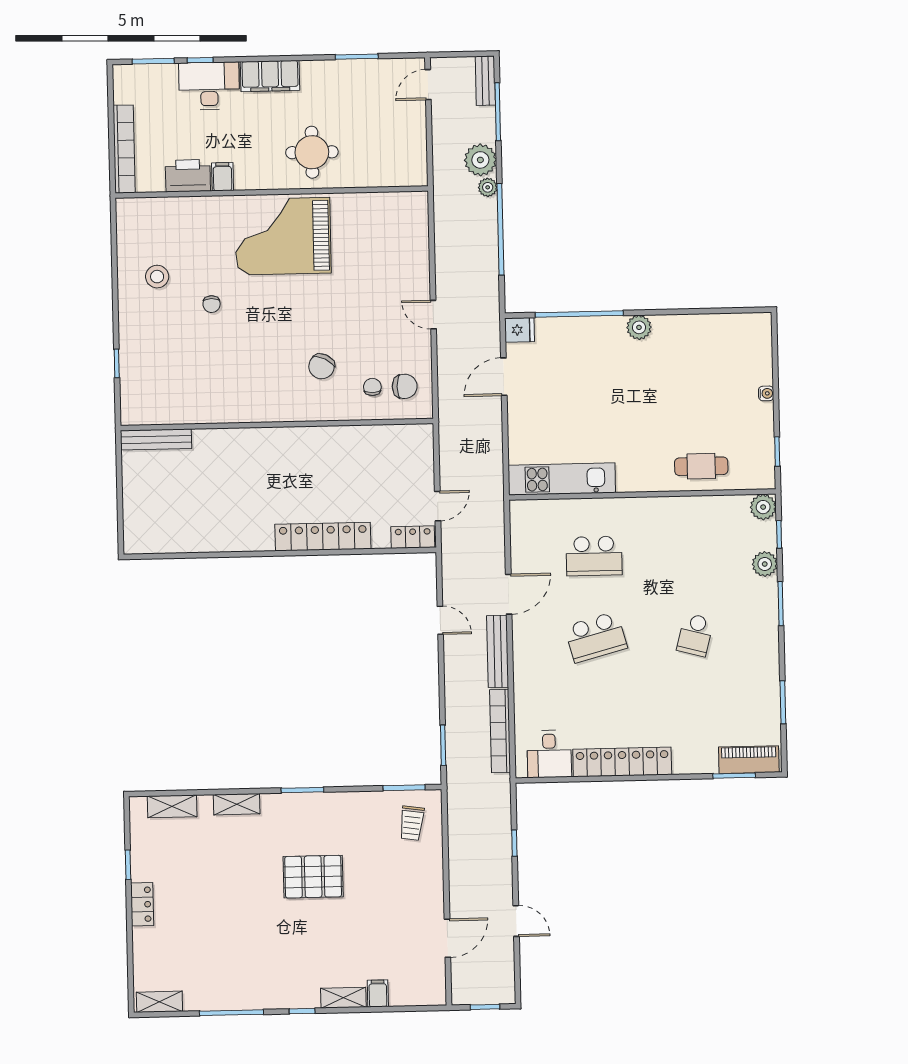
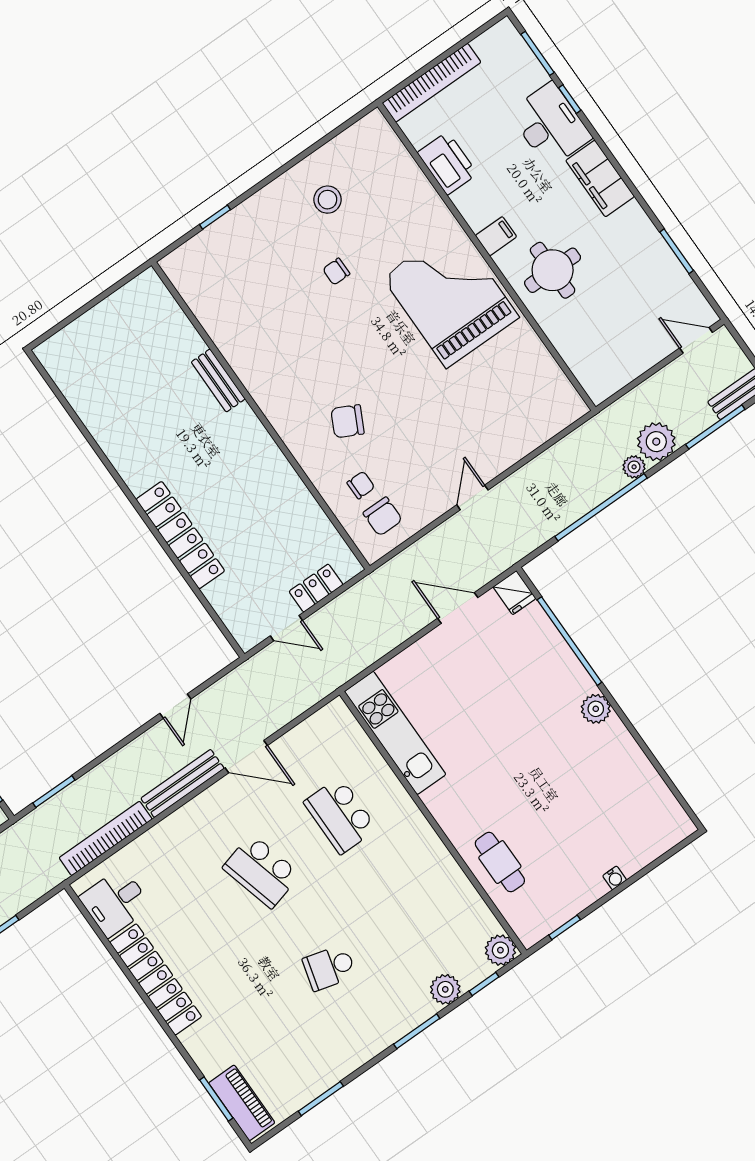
filing cabinet: (223, 177) -> (496, 236), moved
bench: (156, 439) -> (218, 380), moved, width x0.73
locker: (413, 537) -> (316, 588), moved, turned -90

